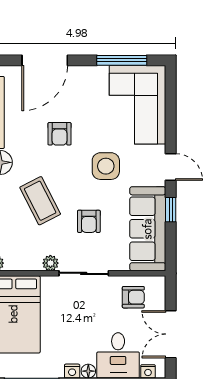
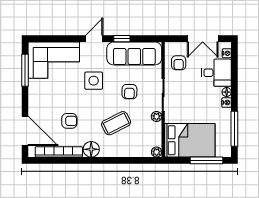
door: (45, 60) -> (25, 131), moved
armchair: (60, 134) -> (69, 121), moved
armchair: (89, 221) -> (129, 92), turned 91
armchair: (133, 297) -> (179, 63), turned 180

